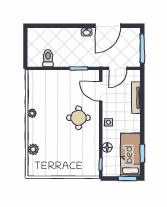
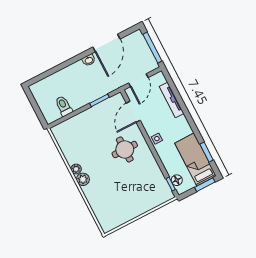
door: (101, 91) -> (133, 112), hinge flipped
floor lamp: (107, 147) -> (177, 180), moved
plant: (33, 149) -> (83, 179), moved

